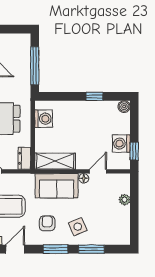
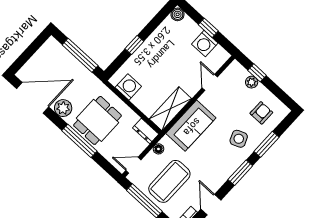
window: (94, 96) -> (134, 45), moved
window: (134, 151) -> (208, 28), moved
floor lamp: (84, 178) -> (158, 149), moved
window: (134, 198) -> (257, 73), added
armchair: (47, 223) -> (261, 113), moved, turned 90

